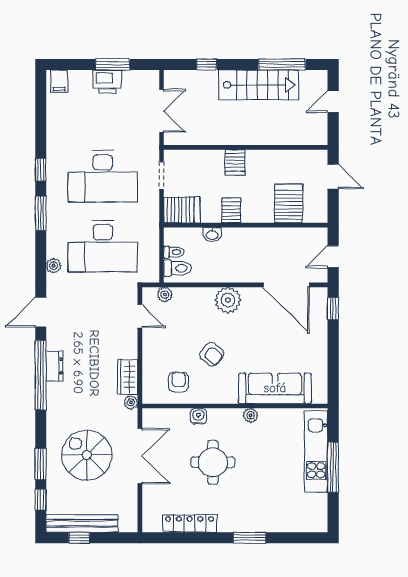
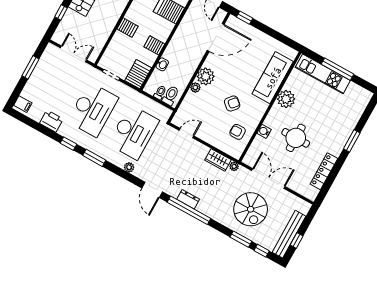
printer: (107, 82) -> (51, 121), moved, turned -90
plant: (165, 295) -> (195, 87), moved
plant: (250, 415) -> (286, 99), width x1.88, depth x1.88
spiral stairs: (87, 455) -> (251, 209), turned -90

